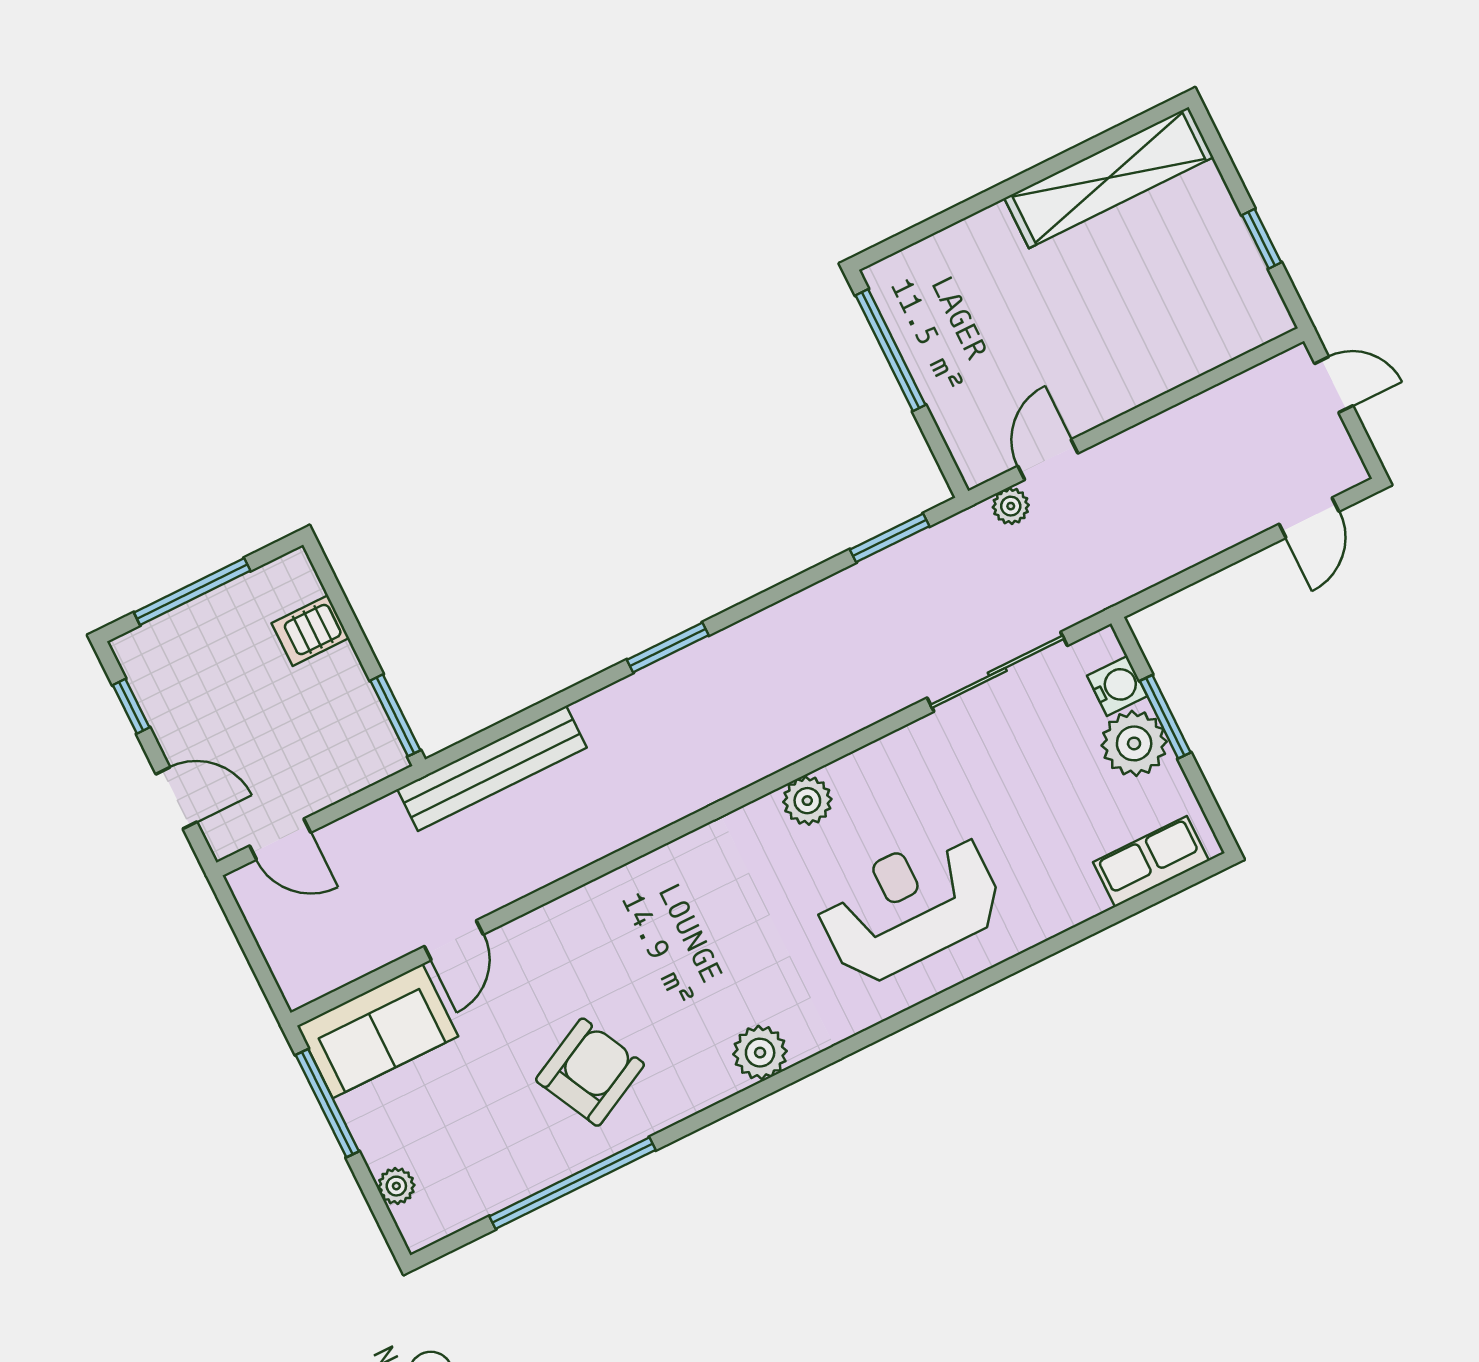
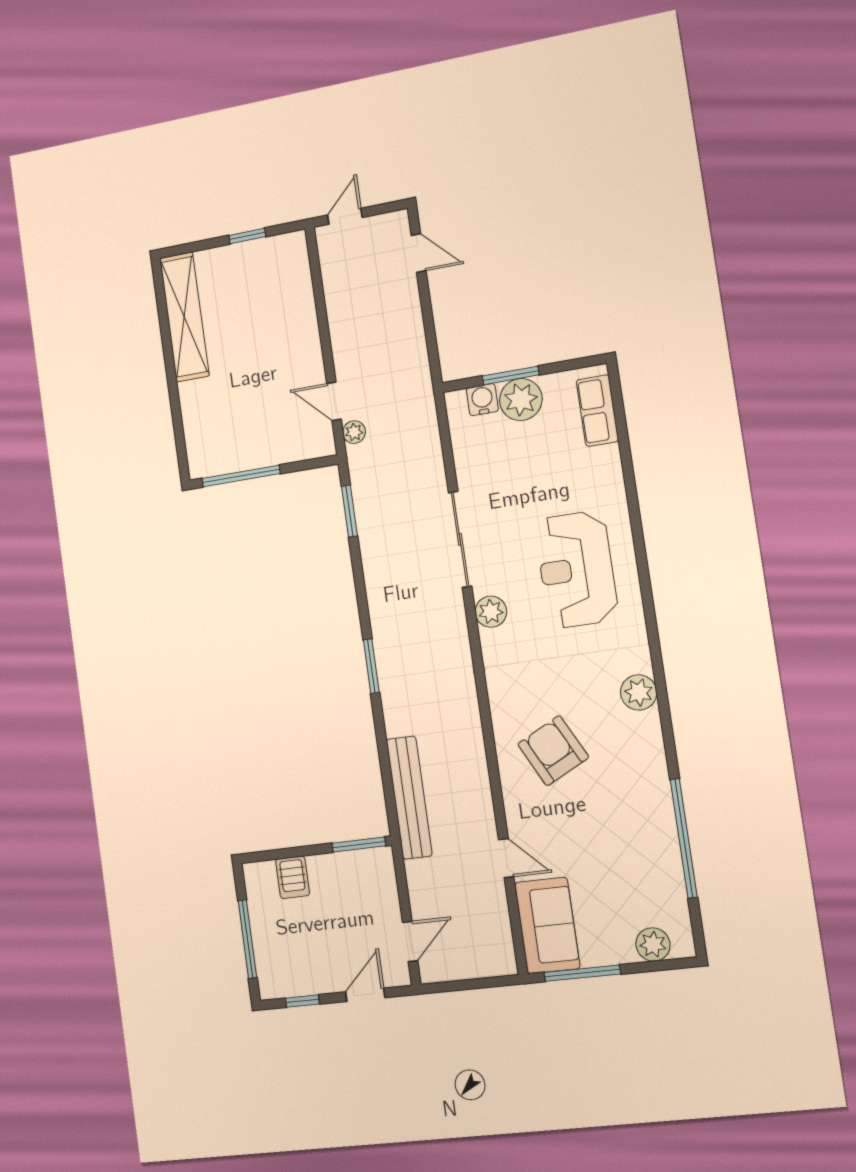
sliding door: (997, 672) -> (460, 539), moved
armchair: (590, 1072) -> (553, 751), moved
plant: (396, 1186) -> (653, 944), width x1.38, depth x1.38

